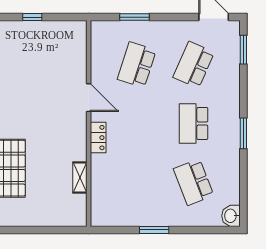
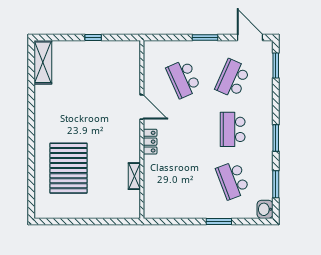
window: (134, 17) -> (205, 37), moved
school desk: (137, 65) -> (183, 79), turned -42
window: (243, 187) -> (276, 184), added
window: (154, 230) -> (219, 221), moved

